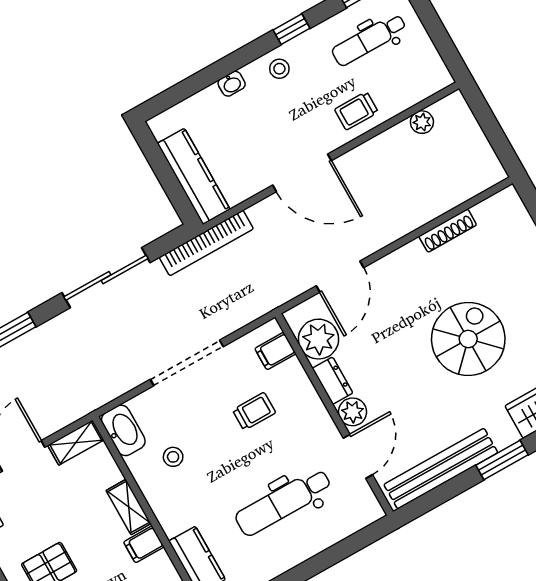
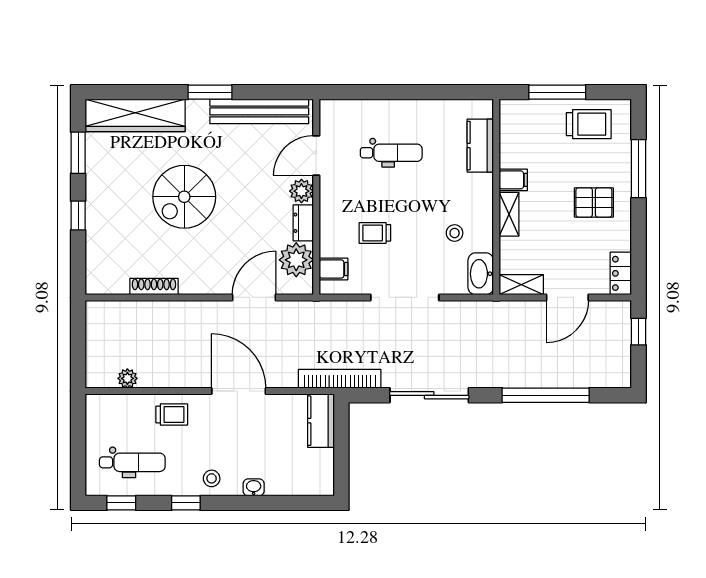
kitchen counter: (194, 176) -> (321, 421), width x0.67
dental chair: (283, 502) -> (391, 153), width x0.73, depth x0.72

